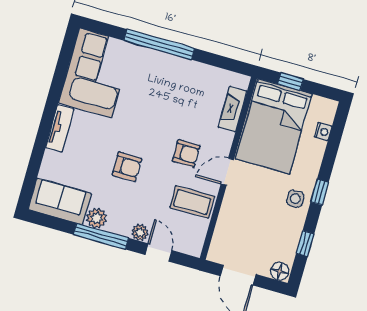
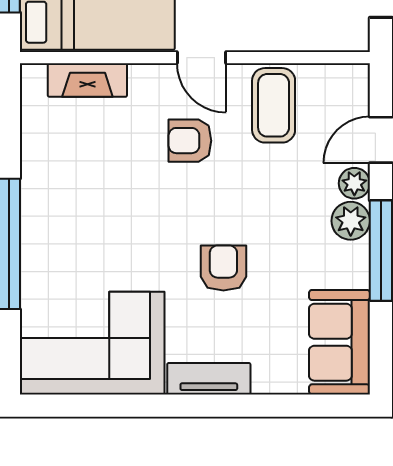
armchair: (186, 153) -> (190, 141), turned -90
armchair: (127, 167) -> (223, 268), moved
plant: (97, 218) -> (351, 221), moved

